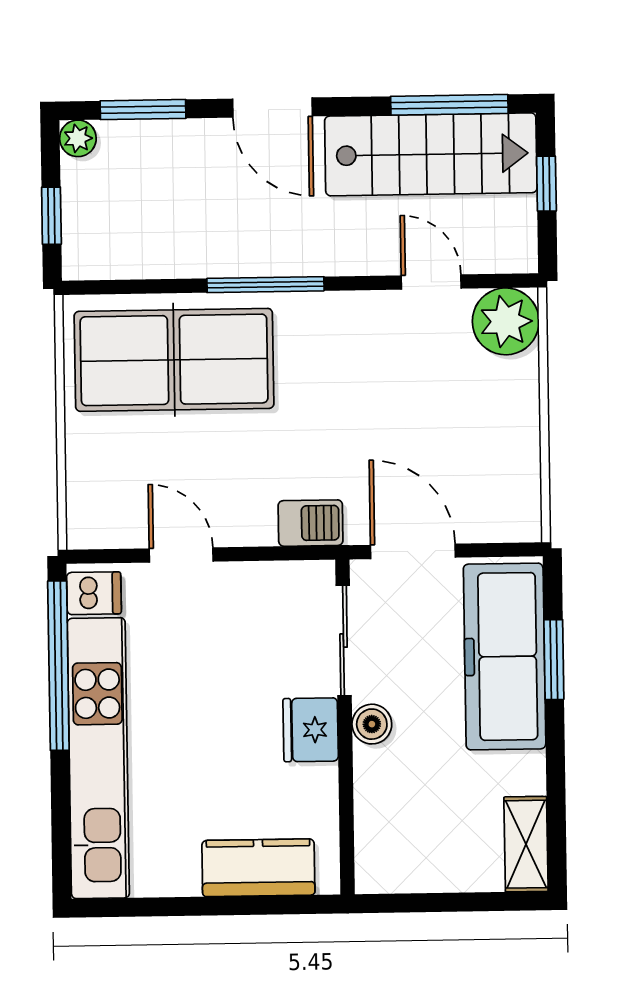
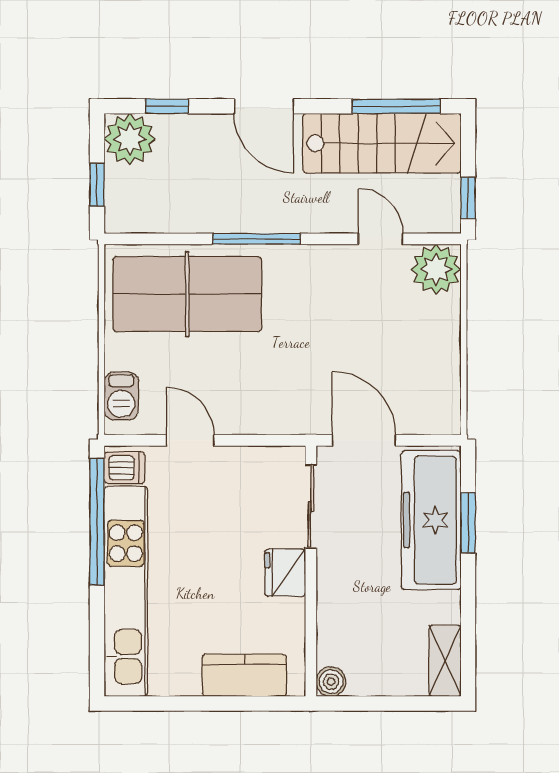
window: (143, 110) -> (167, 106), width x0.67
plant: (78, 138) -> (130, 139), width x1.88, depth x1.88
window: (546, 184) -> (468, 198), moved
barbecue: (311, 523) -> (121, 396), moved, turned 90
boiler: (372, 724) -> (331, 682), moved

